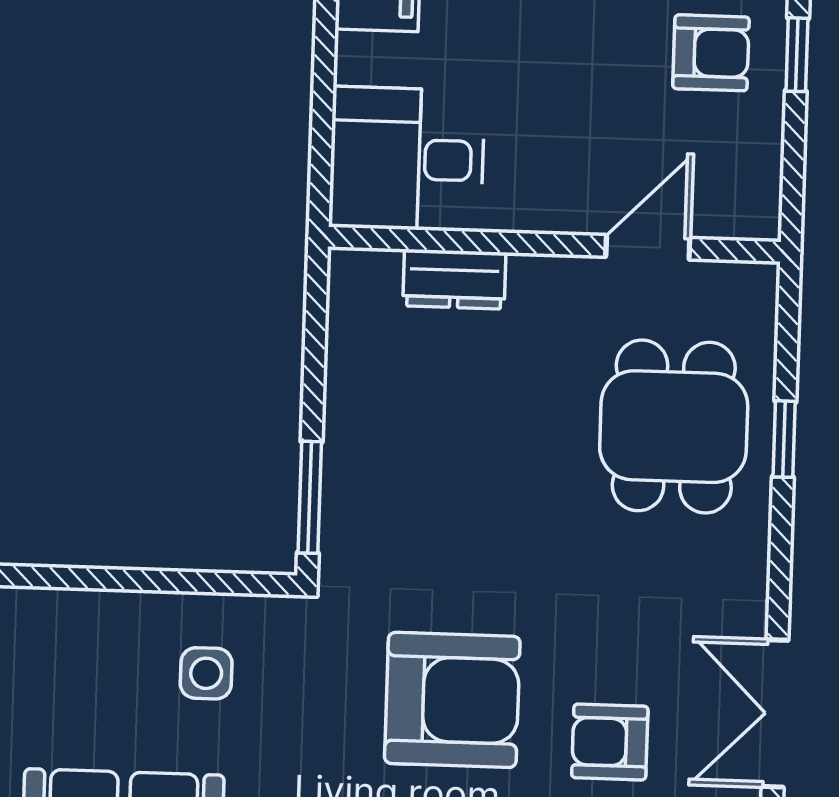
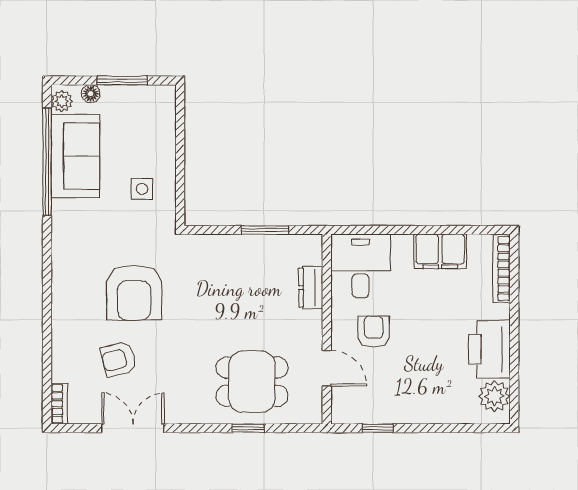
armchair: (711, 53) -> (374, 331), moved, turned 180
window: (797, 55) -> (378, 428), moved
window: (310, 497) -> (265, 230), moved
armchair: (610, 742) -> (119, 359), turned -104

